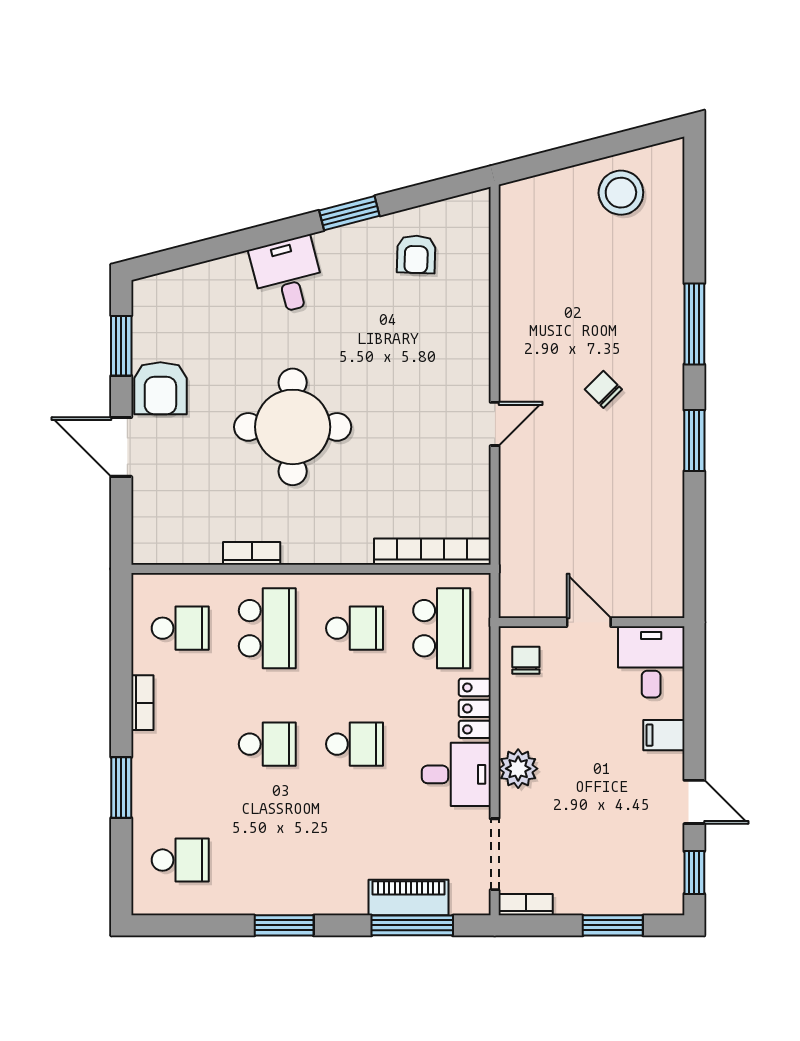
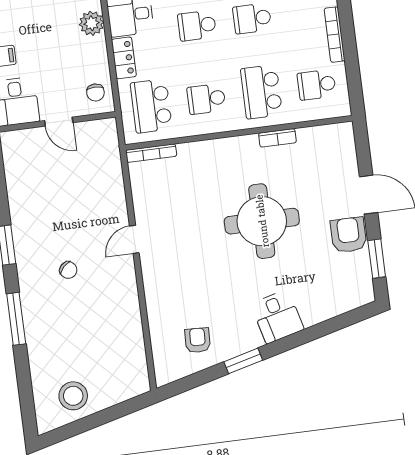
bookcase: (432, 552) -> (151, 153), width x0.68, depth x0.76
bookcase: (142, 703) -> (335, 35), width x1.56

